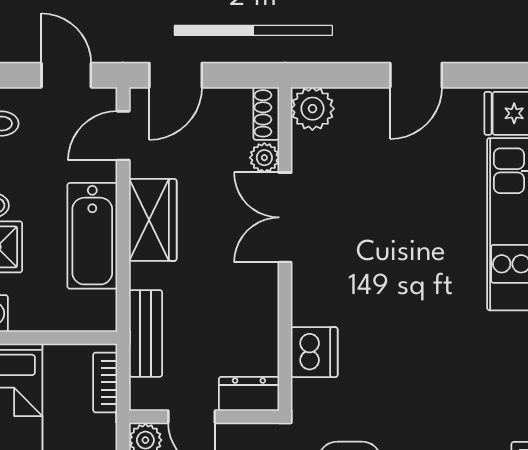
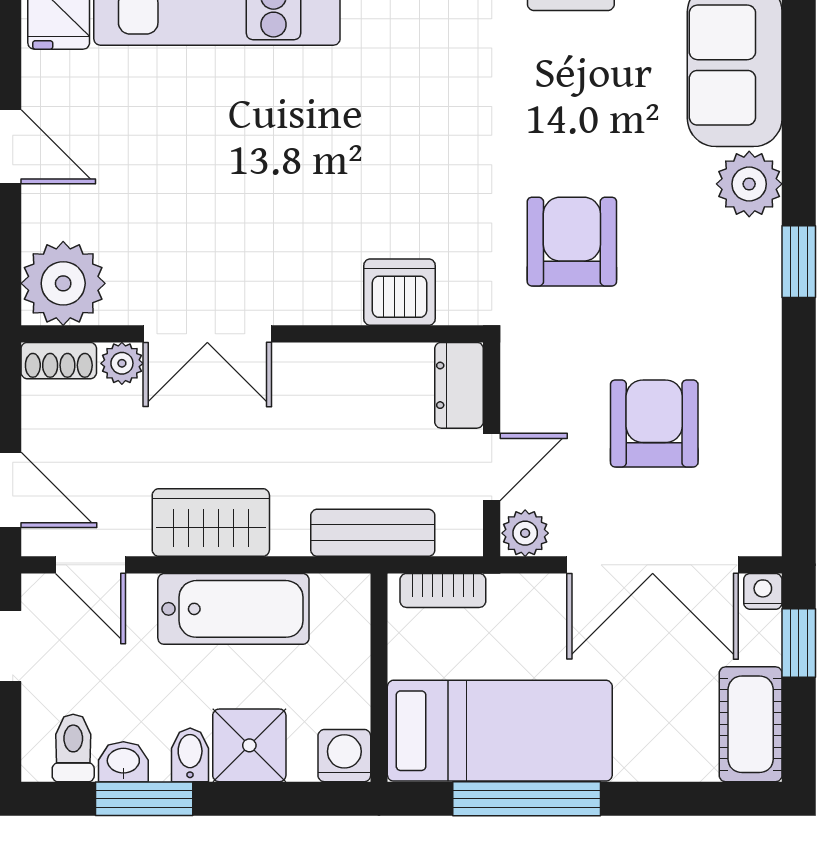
plant: (312, 109) -> (63, 283), width x1.36, depth x1.36

